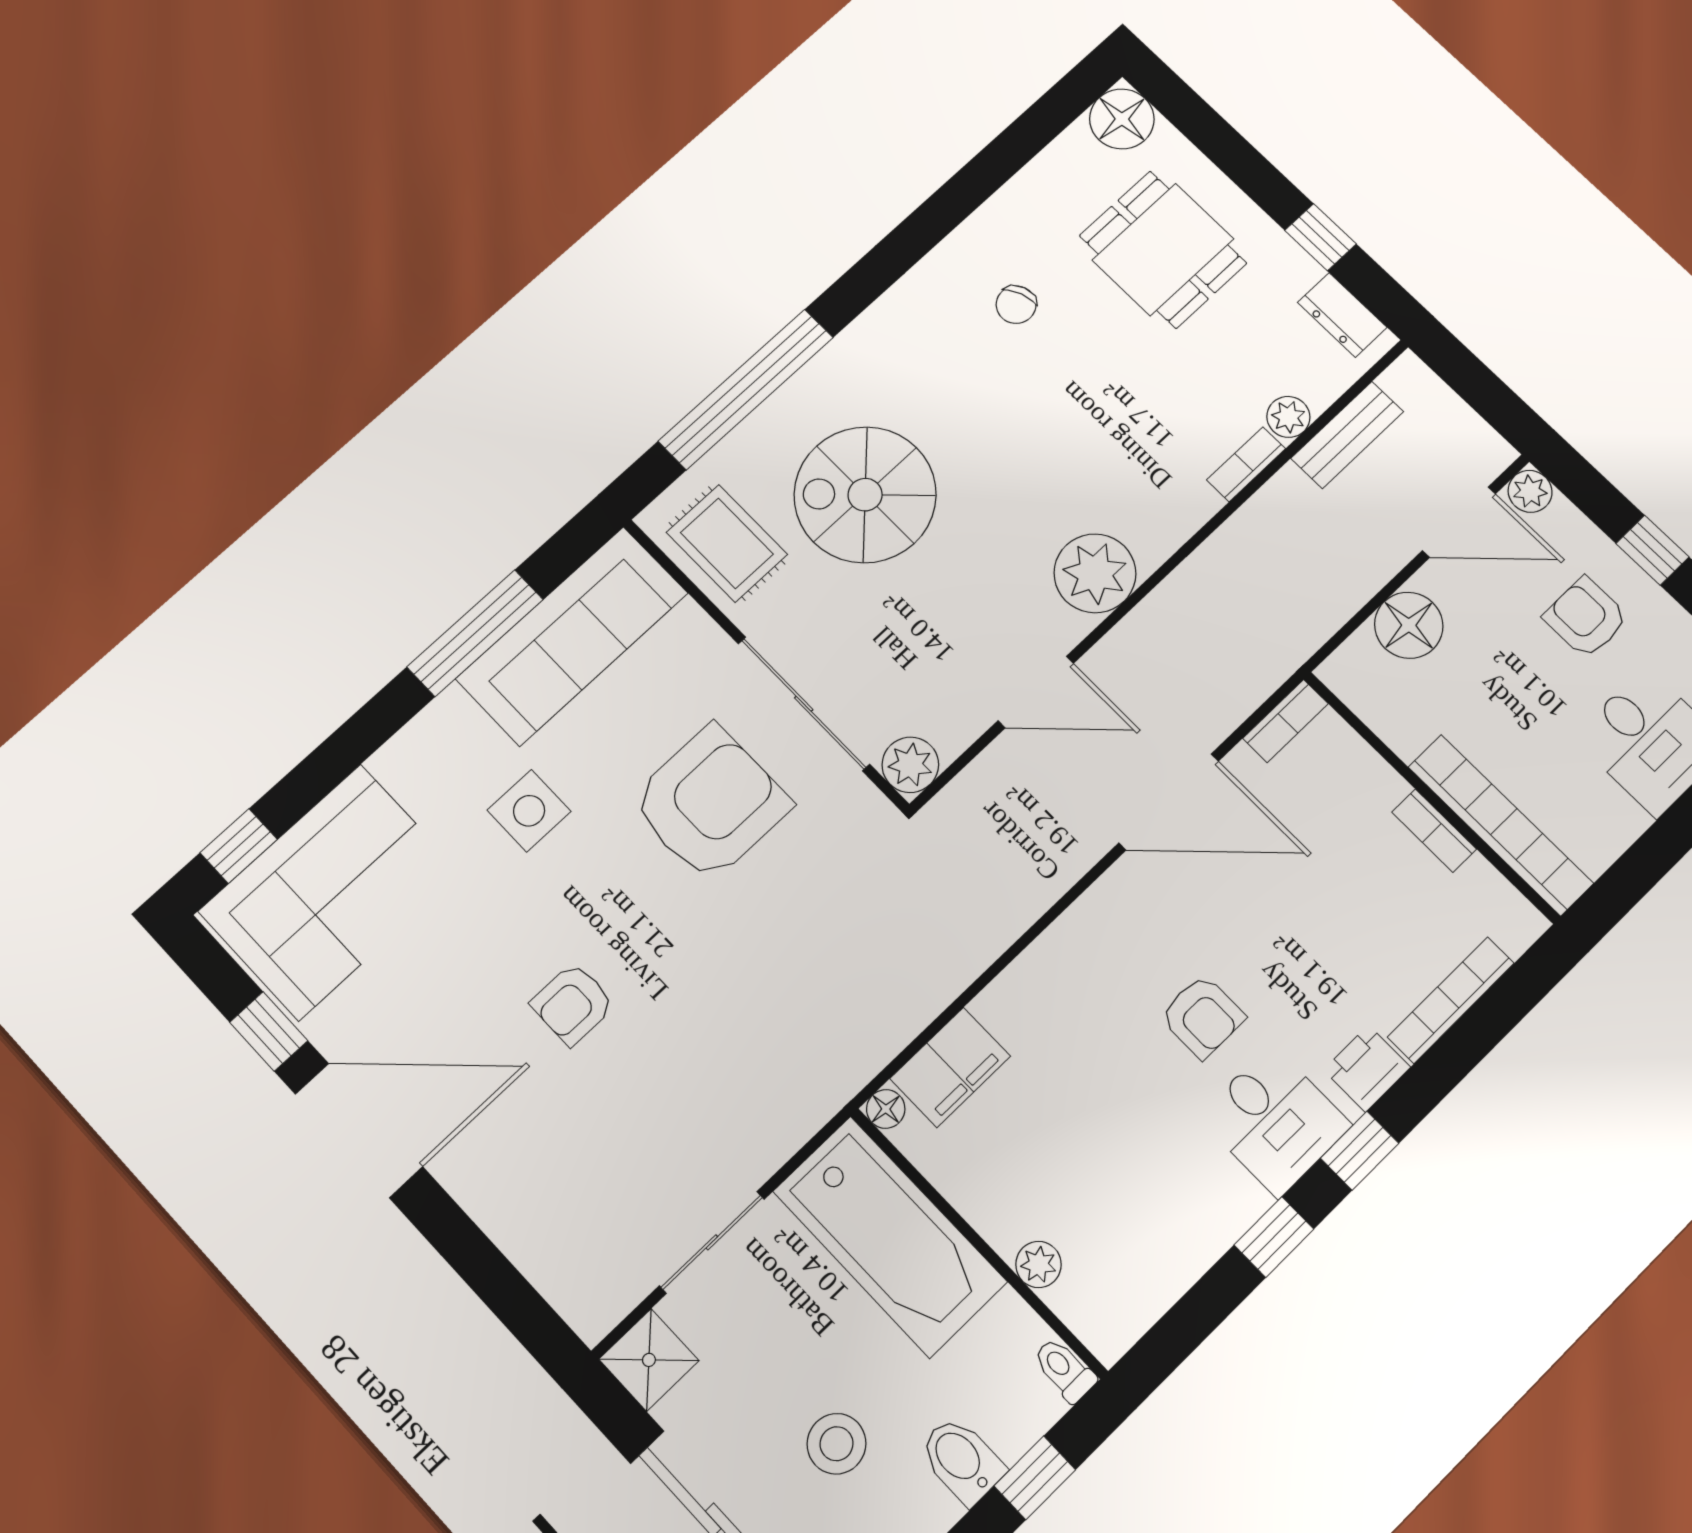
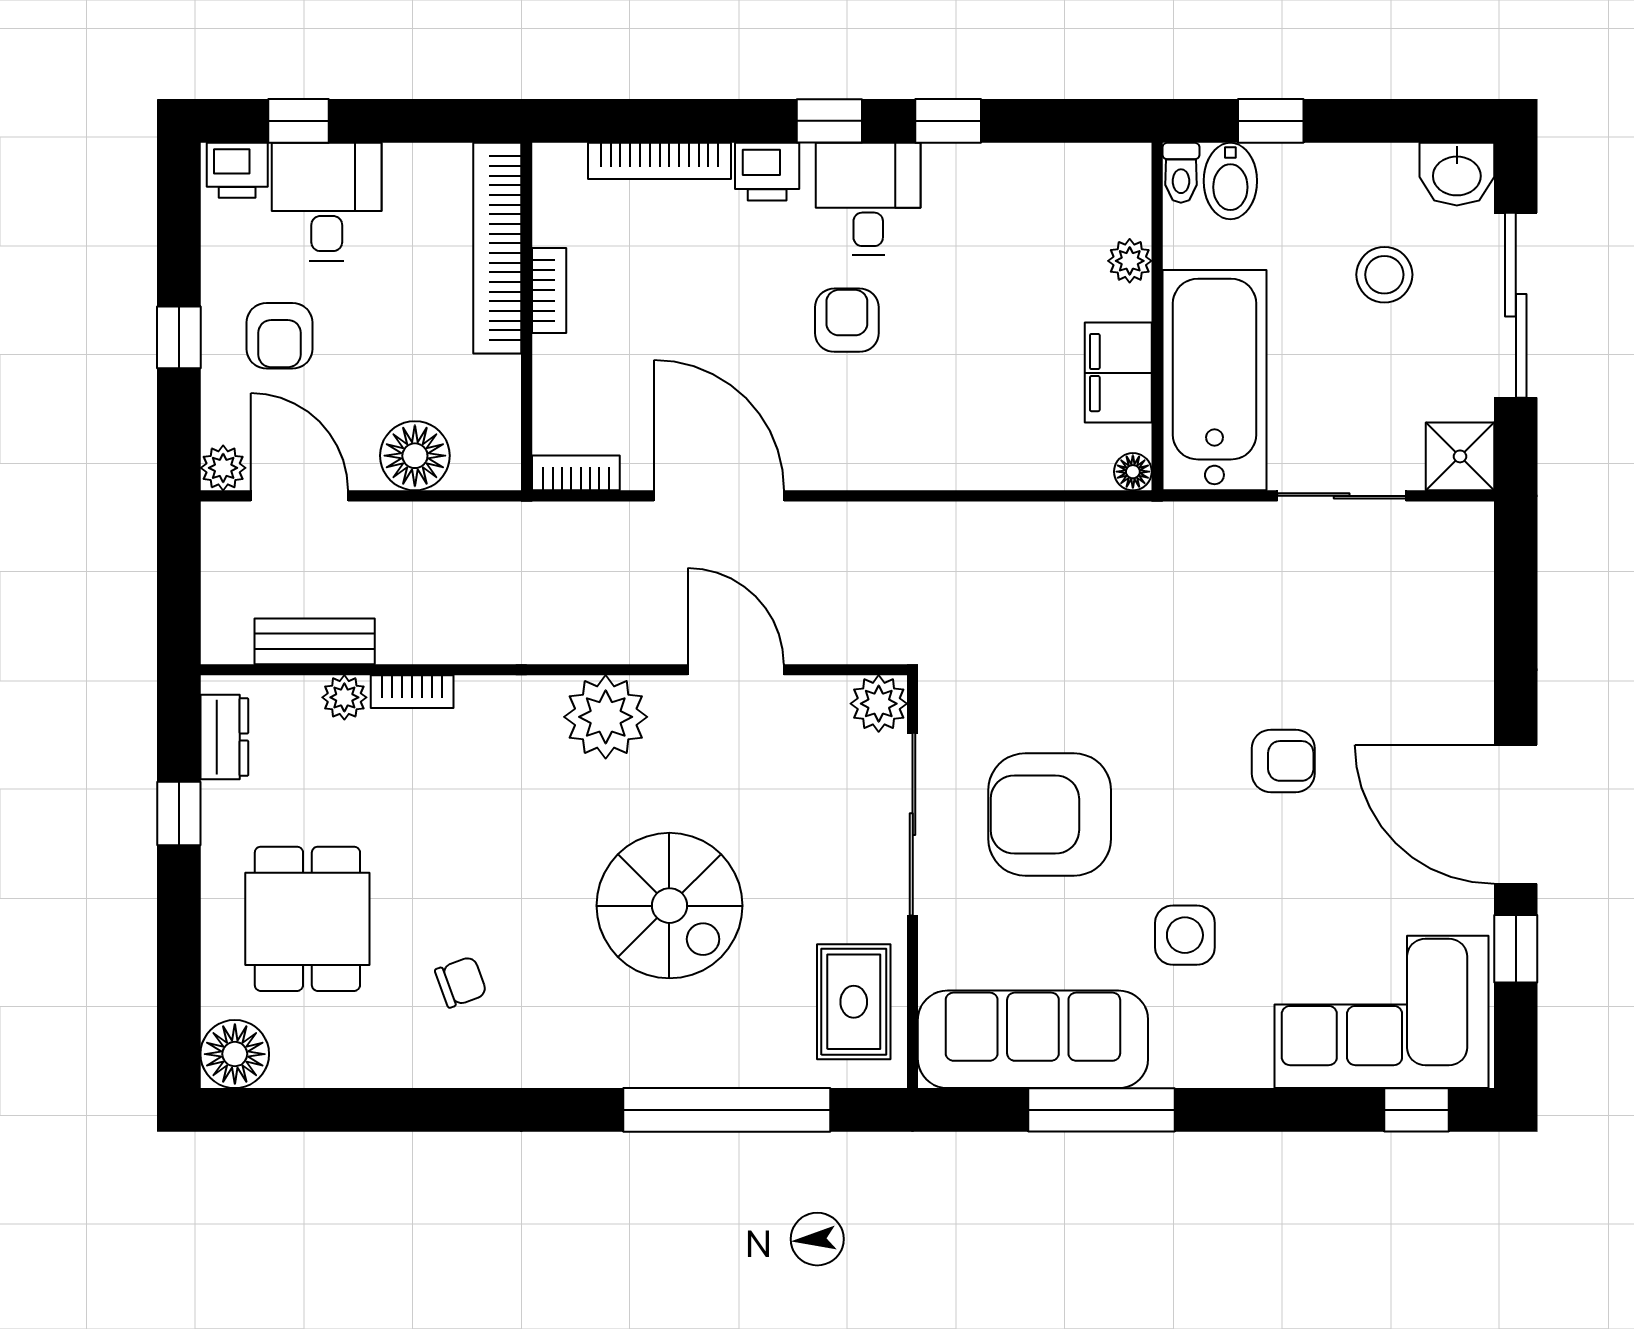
spiral stairs: (865, 495) -> (669, 906), moved
filing cabinet: (950, 1067) -> (1118, 373), moved, turned -90
bidet: (962, 1460) -> (1230, 181), moved

